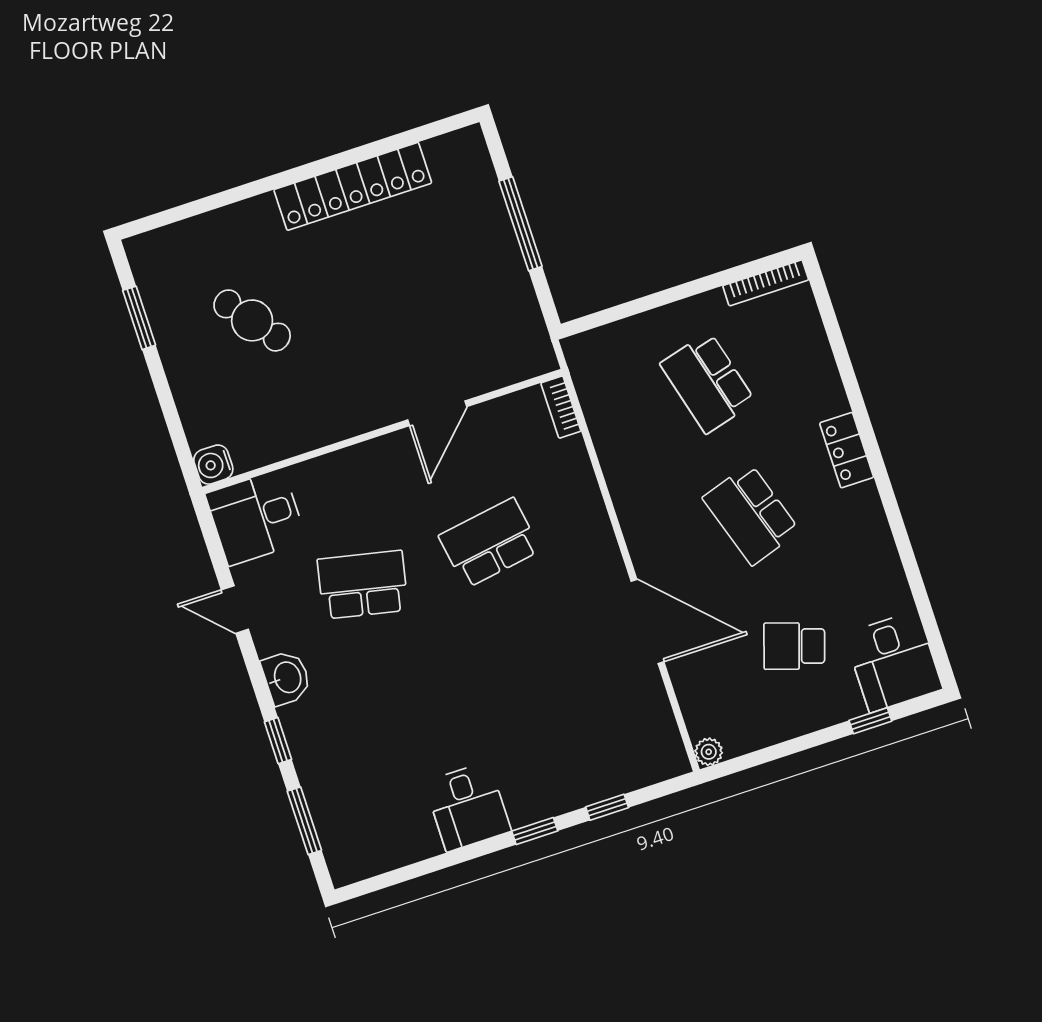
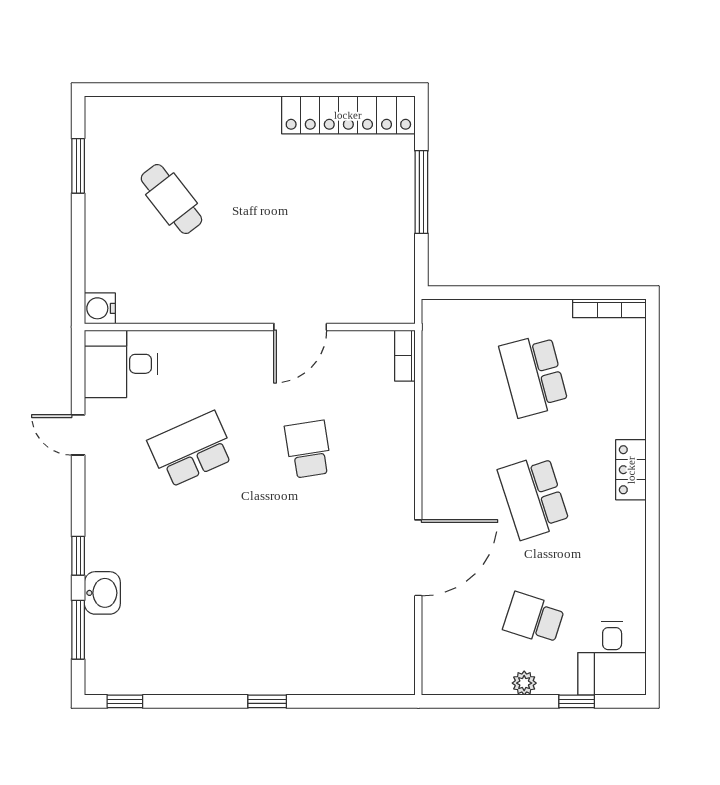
locker: (353, 186) -> (348, 115), moved
school desk: (490, 543) -> (308, 449), width x0.54
school desk: (363, 585) -> (191, 449), turned -36
door: (648, 621) -> (418, 558), hinge flipped
washbasin: (286, 678) -> (102, 593), moved
plant: (709, 752) -> (524, 683), moved
desk: (468, 807) -> (218, 663), removed
window: (607, 807) -> (125, 701), moved

